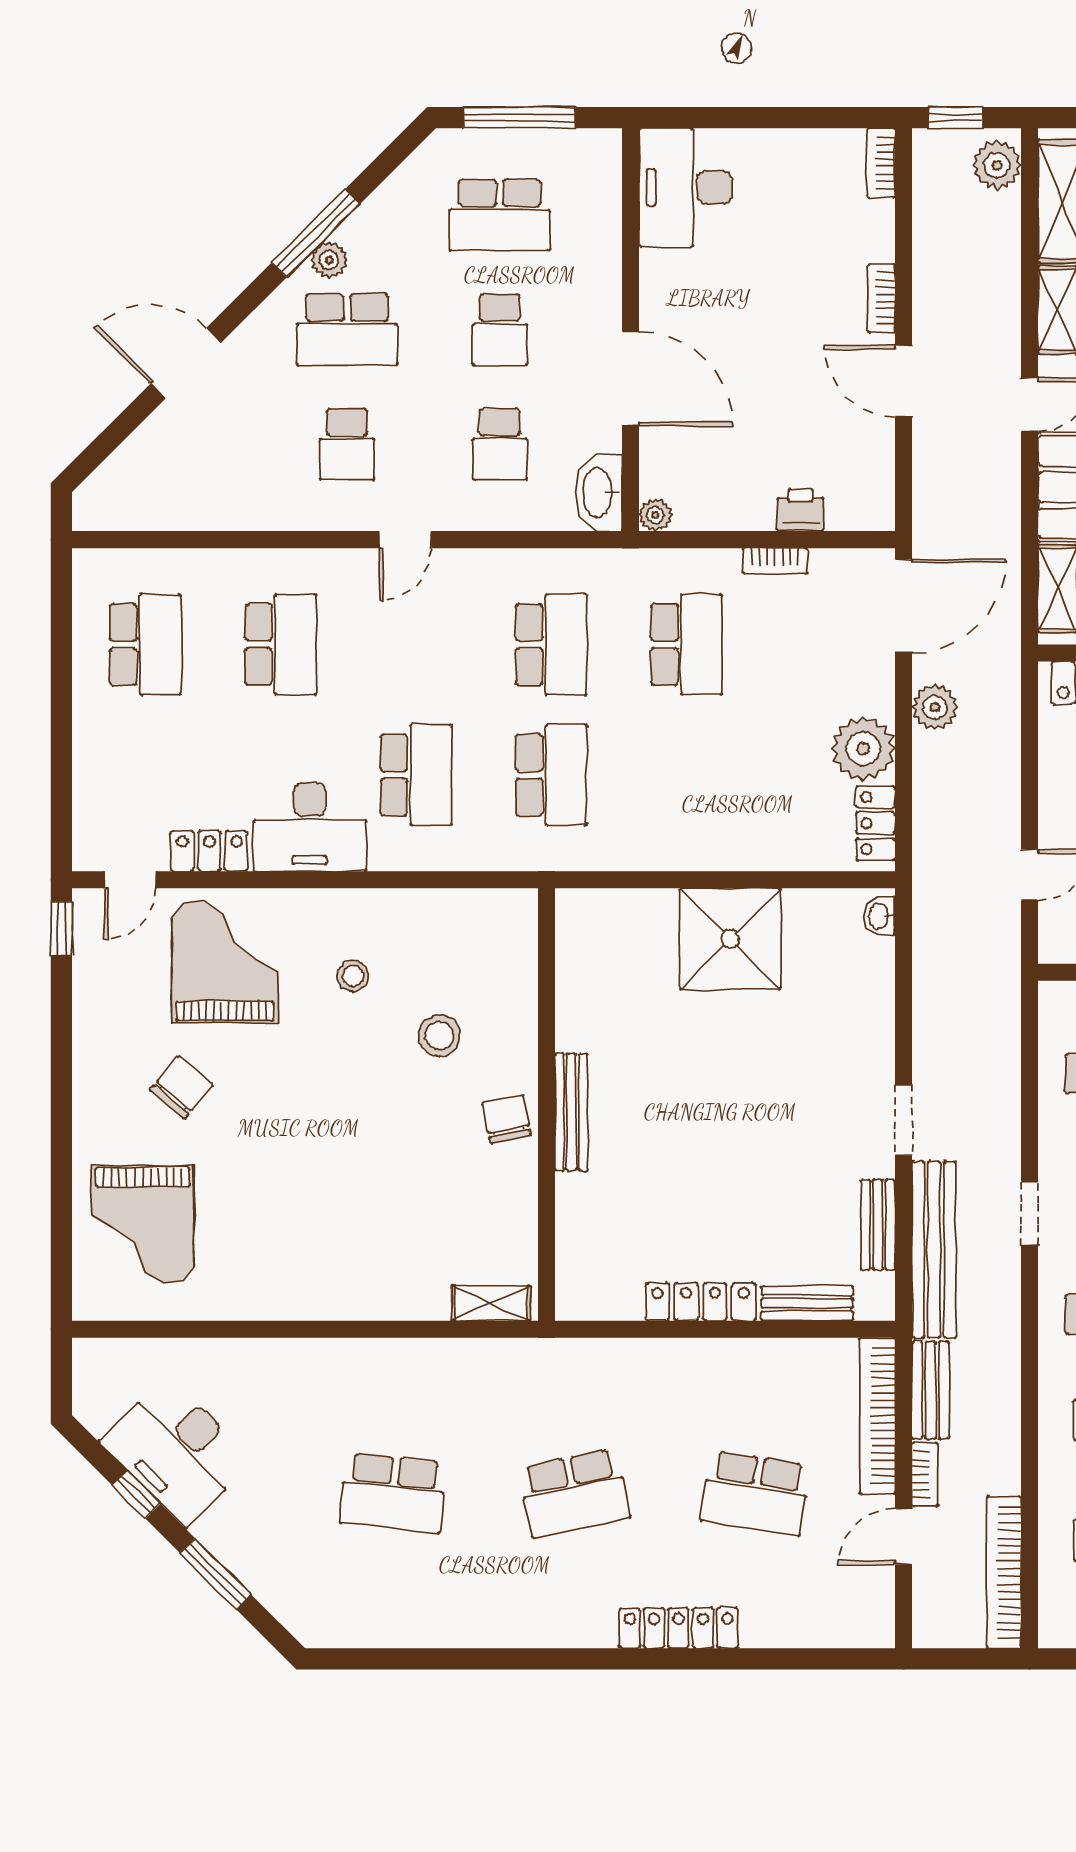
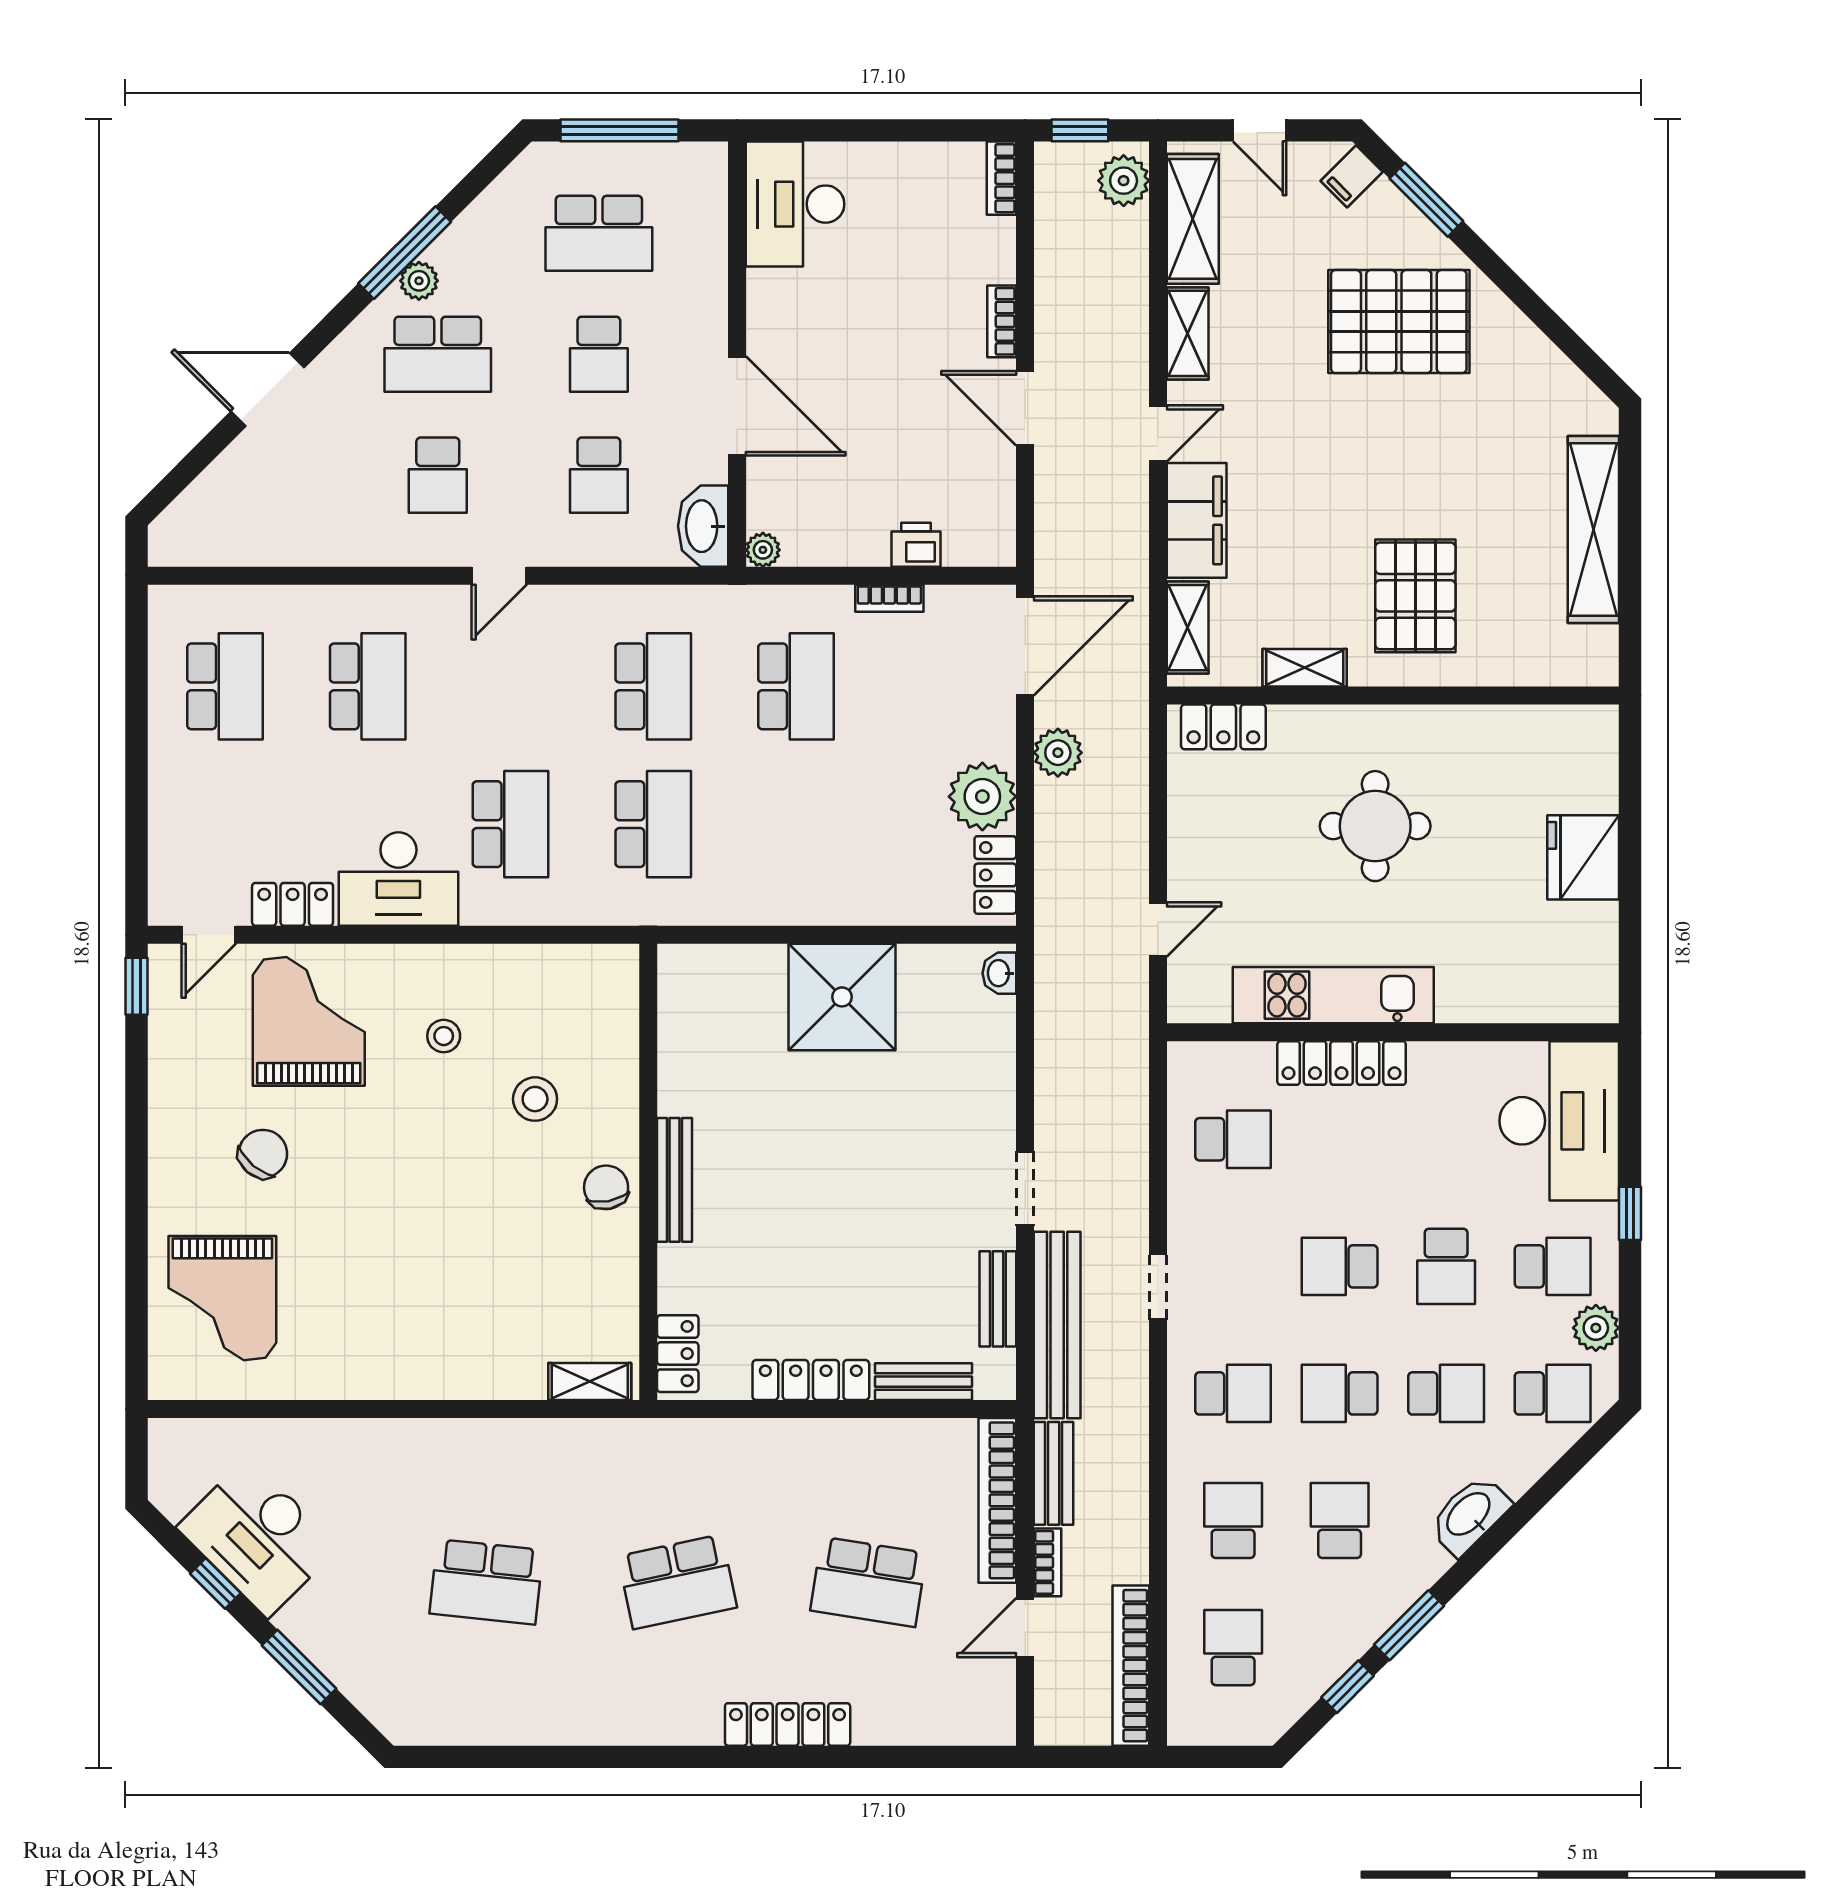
locker: (574, 1277) -> (678, 1354), added

